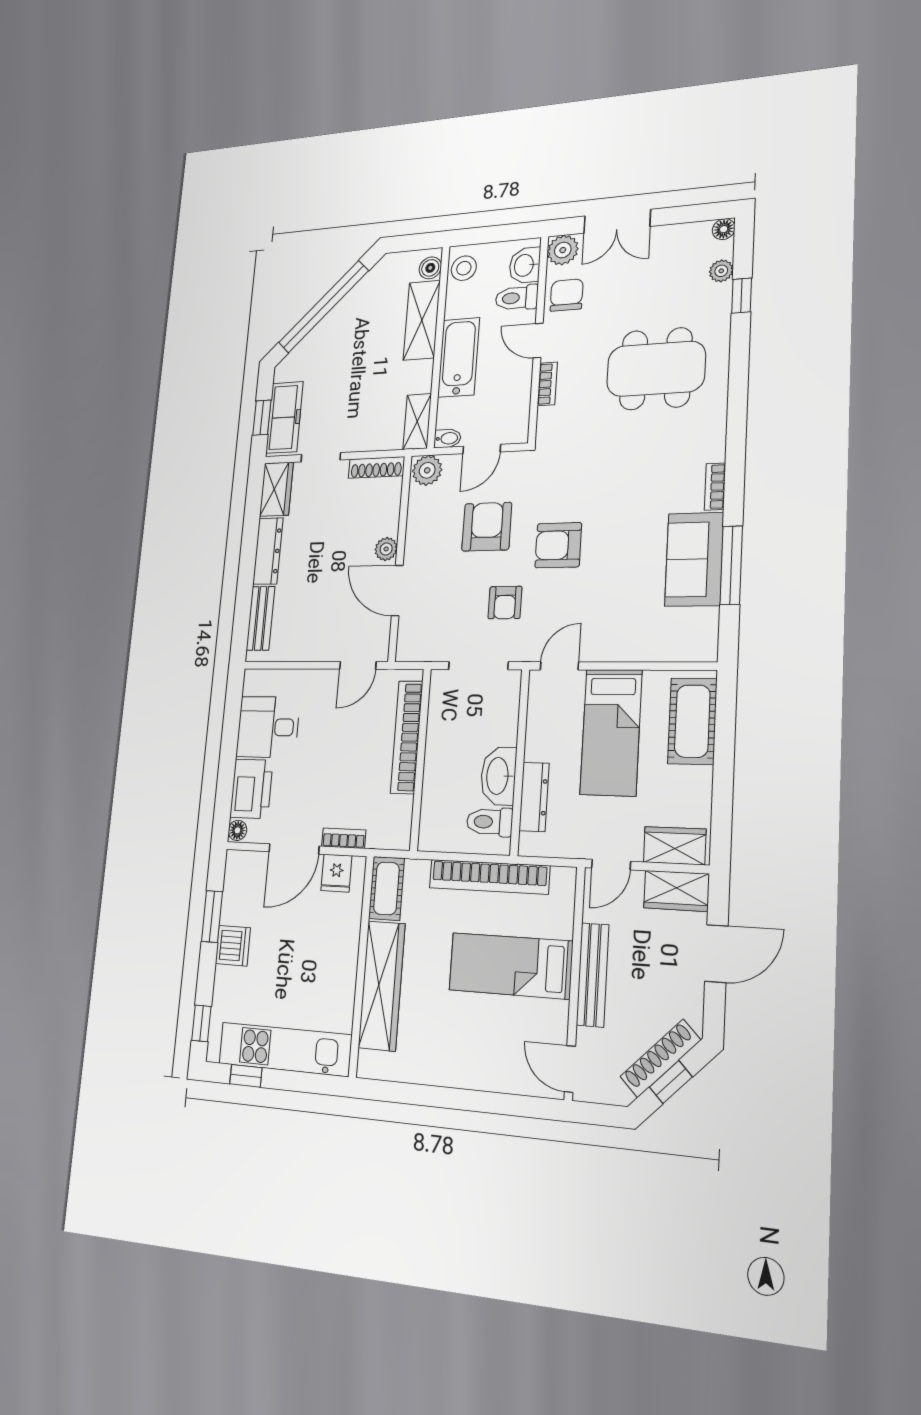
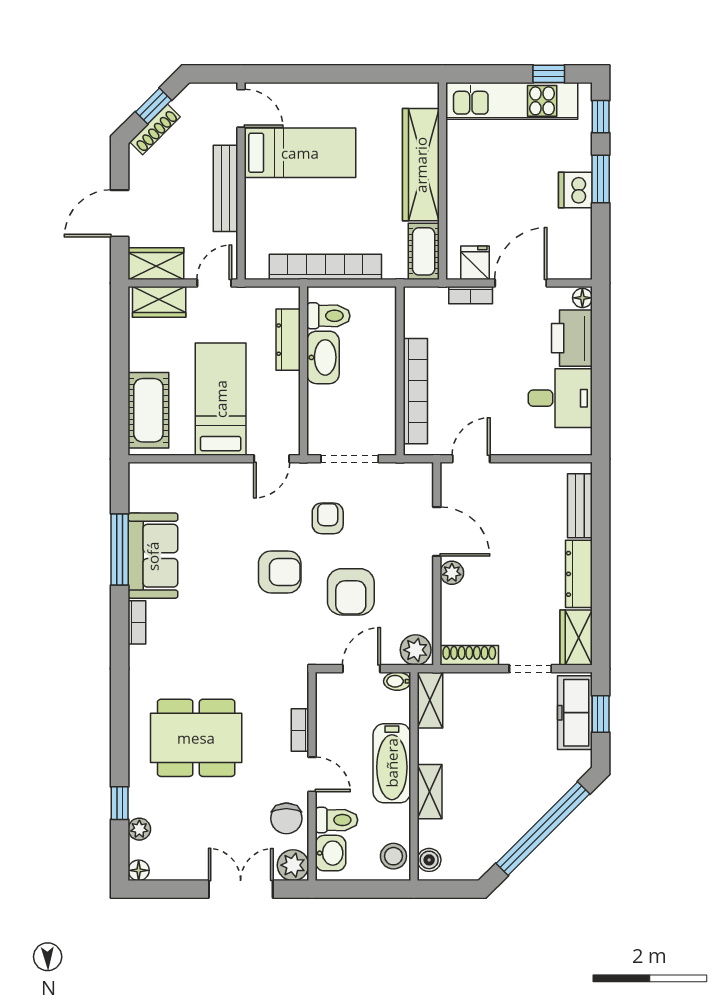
shelving: (422, 320) -> (430, 792), width x0.67, depth x0.75
window: (212, 916) -> (601, 179), moved
bed: (511, 966) -> (300, 153), moved
shoe rack: (660, 1058) -> (155, 129), width x0.74, depth x0.81

